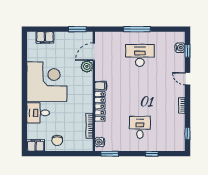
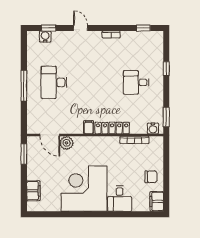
door: (187, 79) -> (81, 28), swing flipped

